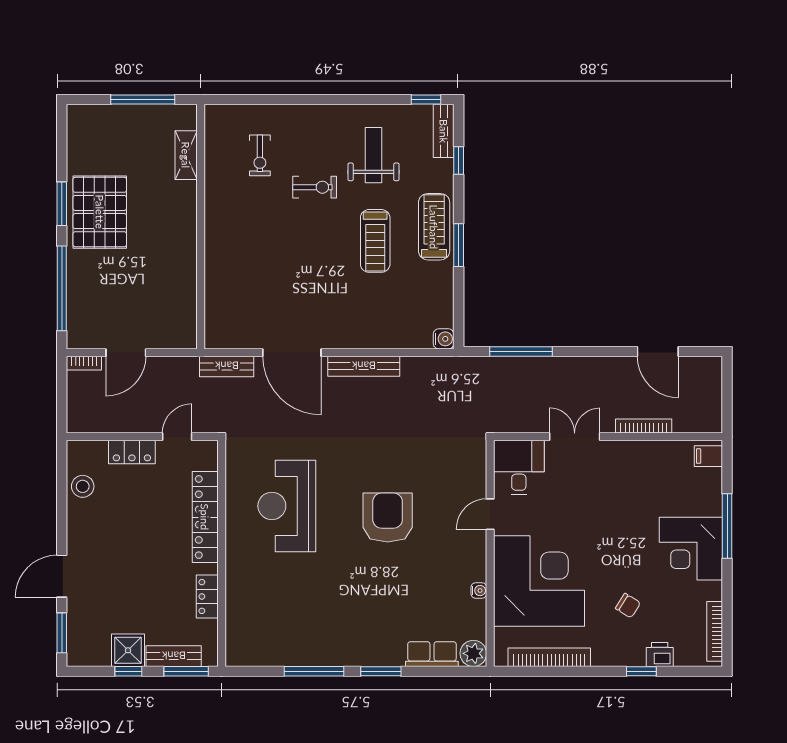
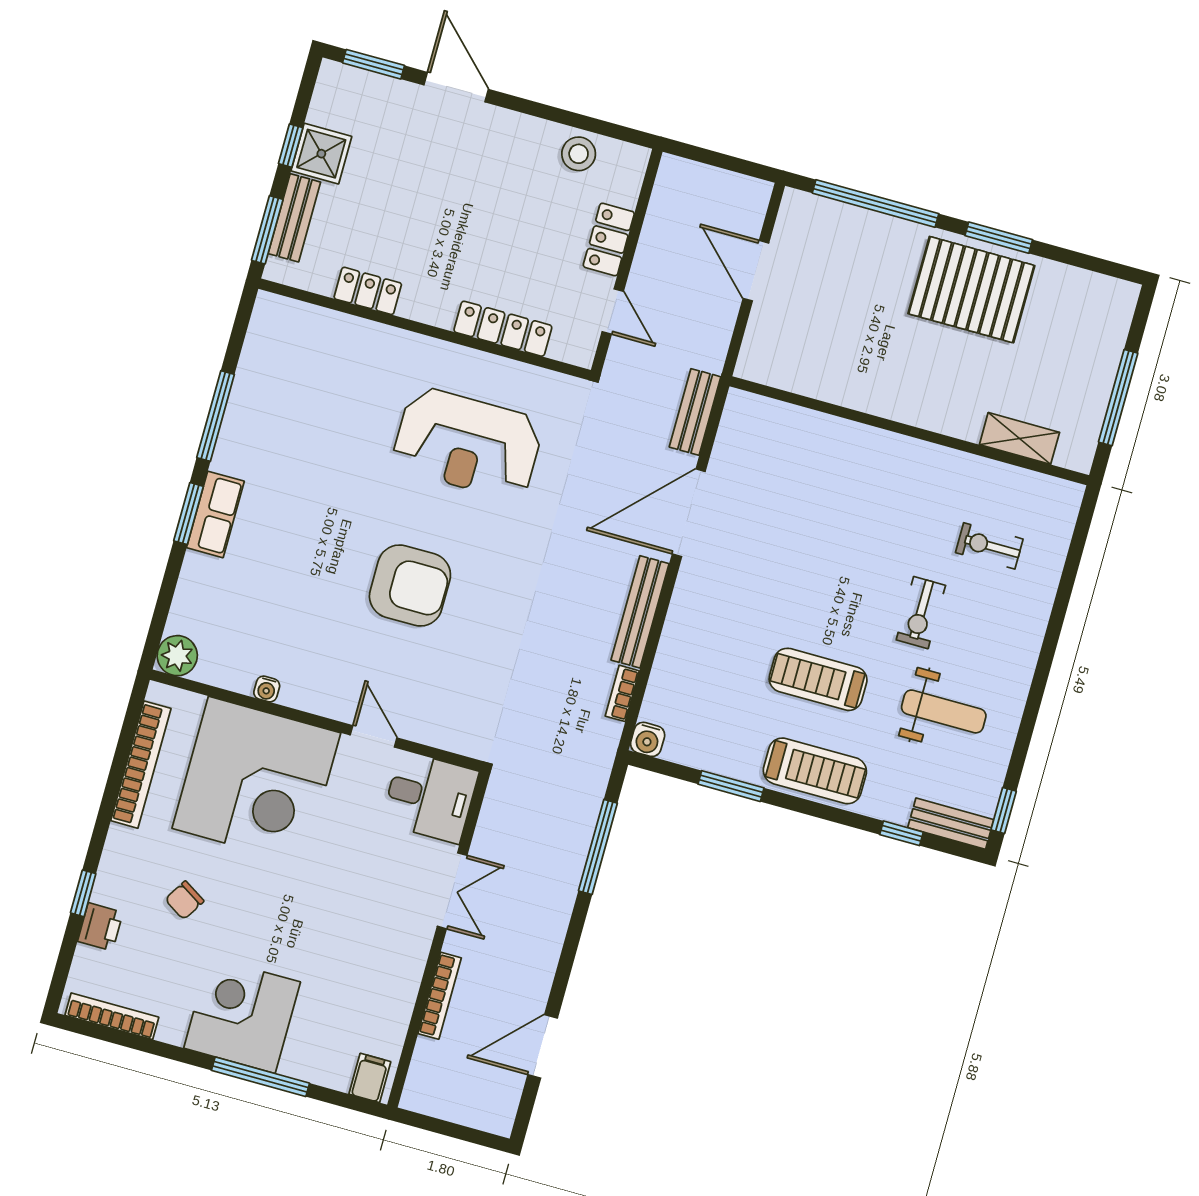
window: (459, 245) -> (731, 786), moved
bookcase: (84, 363) -> (622, 693), moved
reception desk: (287, 506) -> (467, 443), turned 180
locker: (205, 517) -> (503, 329), width x0.71, depth x0.83
row of seats: (432, 654) -> (215, 514), moved

